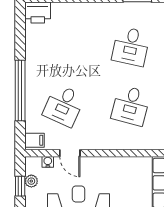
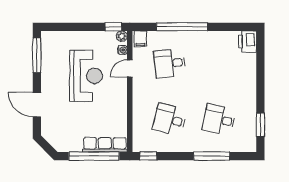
desk: (64, 105) -> (170, 63), turned -30
plant: (31, 181) -> (122, 36), moved
window: (20, 186) -> (113, 27), moved

